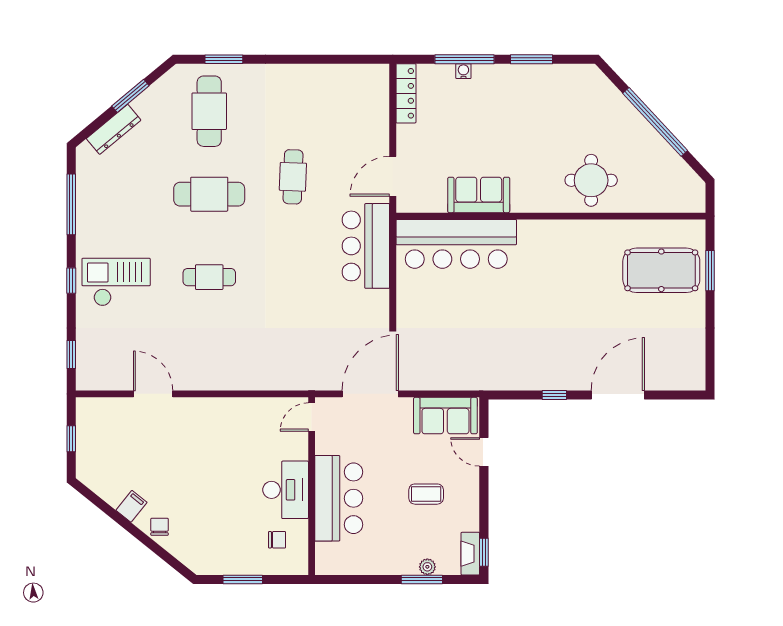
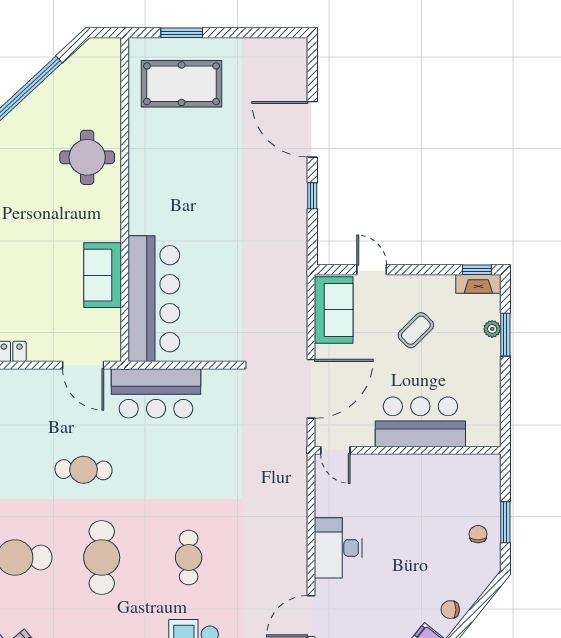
pool table: (661, 270) -> (182, 84), turned 90
door: (370, 394) -> (311, 389), swing flipped
door: (484, 452) -> (372, 270), swing flipped
desk: (286, 490) -> (338, 548), moved, turned -90
coffee table: (426, 494) -> (416, 330), turned 45
chair: (277, 540) -> (478, 534), moved

